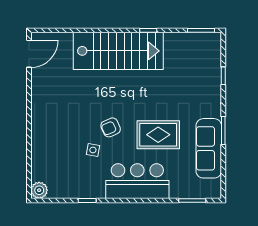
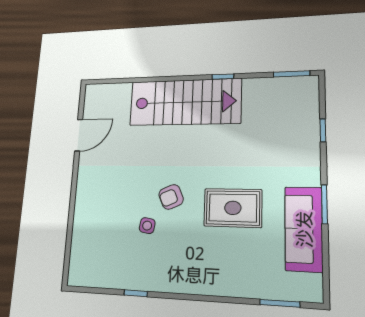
door: (29, 54) -> (79, 135), moved
bar counter: (137, 181) -> (203, 270), removed
plant: (39, 190) -> (78, 275), removed

